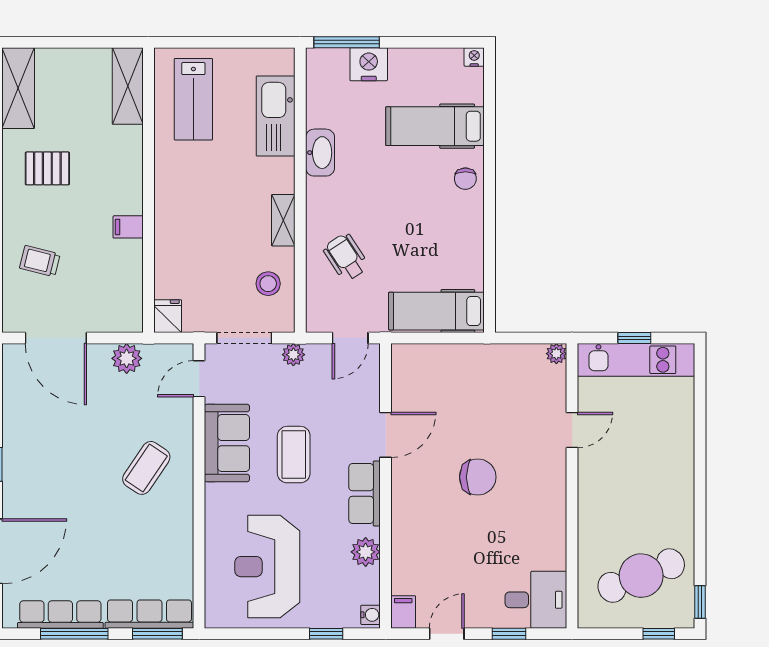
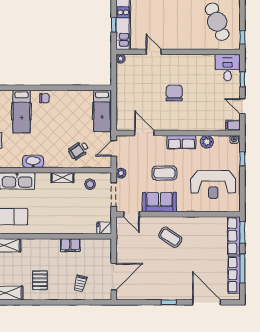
filing cabinet: (128, 227) -> (70, 245), width x2.00
door: (350, 338) -> (114, 148), swing flipped
plant: (127, 358) -> (123, 246), removed
door: (386, 435) -> (144, 133), moved
window: (659, 634) -> (242, 37), moved

